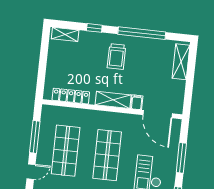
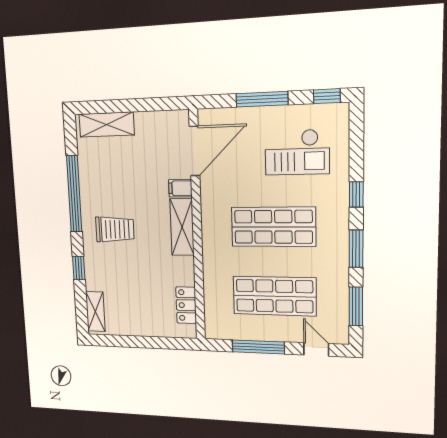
locker: (71, 96) -> (186, 305), width x0.66

